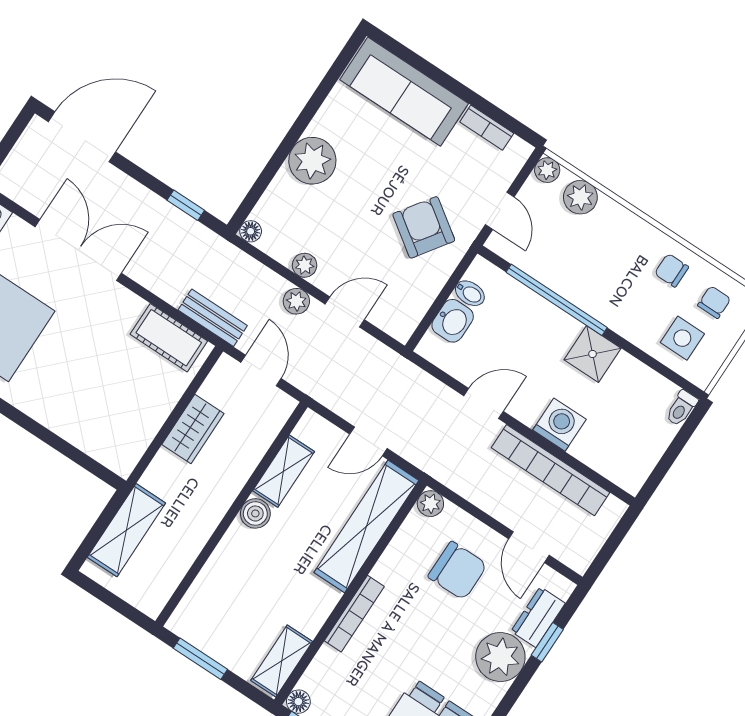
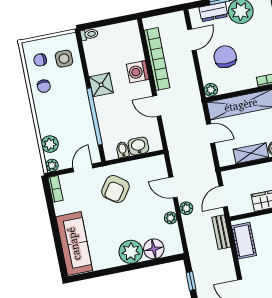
bookcase: (487, 128) -> (55, 189), moved
floor lamp: (251, 231) -> (154, 249), moved, width x1.89, depth x1.89

